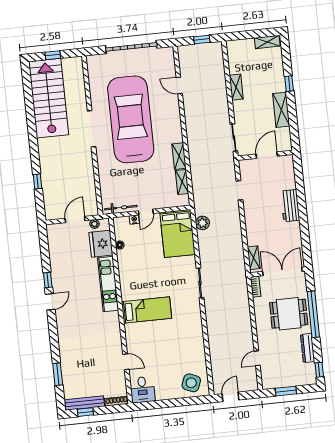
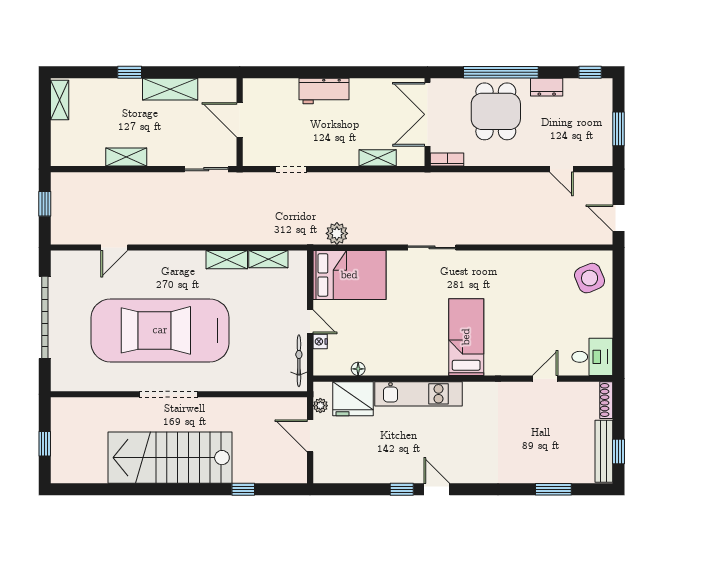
stairs: (49, 98) -> (170, 458), moved
shelving: (254, 258) -> (378, 158), moved
dresser: (308, 348) -> (547, 87), width x0.70
side table: (191, 383) -> (590, 278), turned 45

